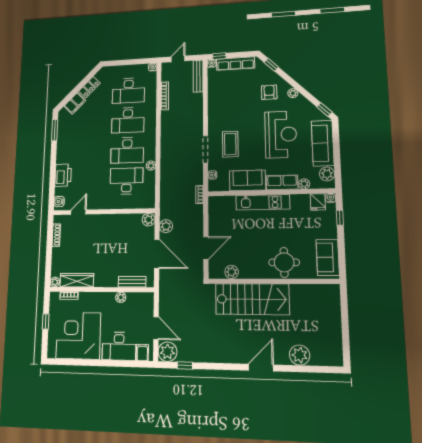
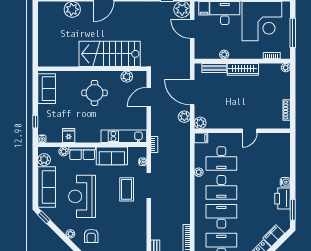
desk: (127, 150) -> (221, 187), turned 180
printer: (63, 175) -> (282, 199), moved
water cooler: (59, 202) -> (285, 182), moved
kitchen unit: (263, 202) -> (124, 136), moved
fridge: (318, 202) -> (69, 136), moved
filing cabinet: (148, 203) -> (201, 138), added
door: (78, 212) -> (250, 131), moved
round table: (284, 262) -> (95, 93), moved
wardrobe: (77, 280) -> (243, 69), moved
window: (46, 321) -> (293, 33), width x2.17

